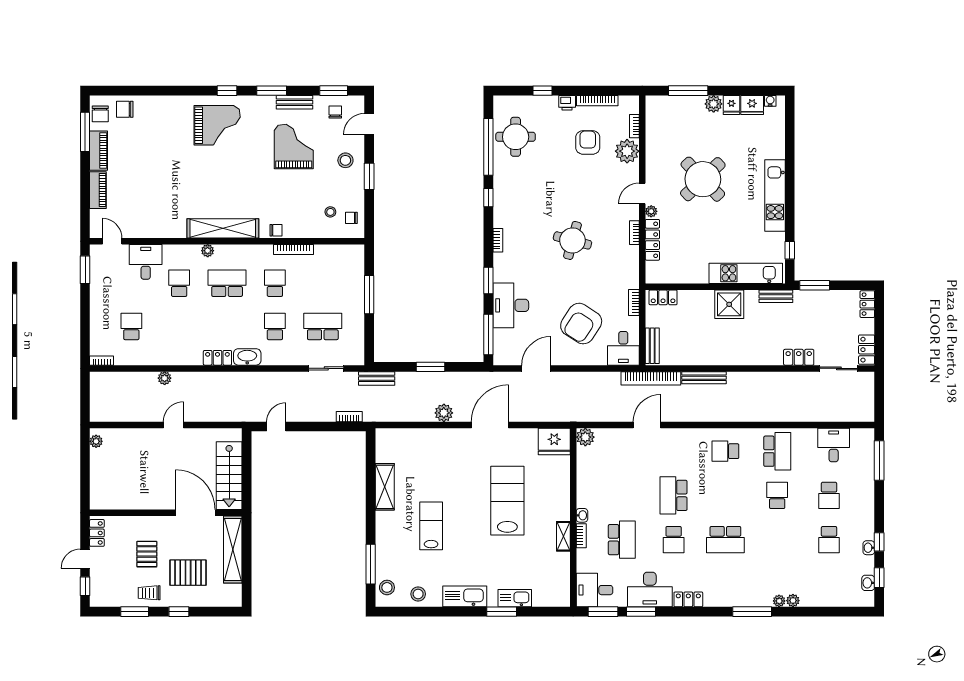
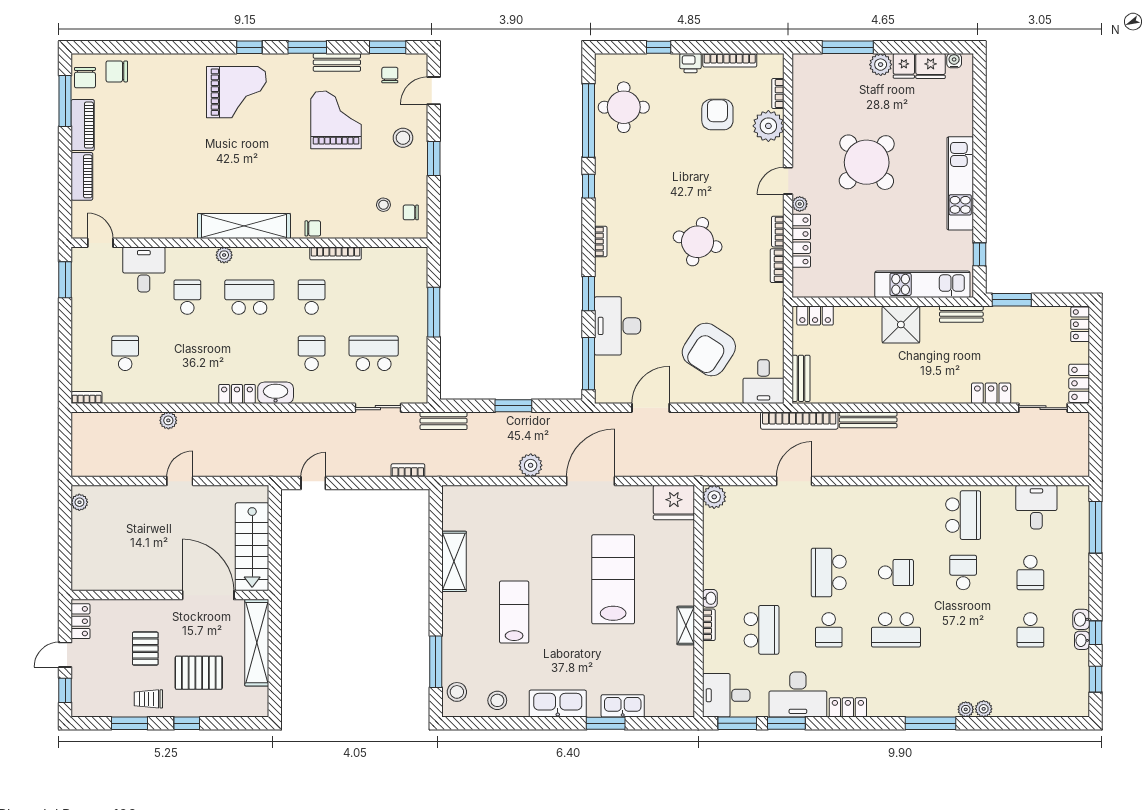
bookcase: (634, 303) -> (777, 266), moved
school desk: (725, 451) -> (896, 572), moved, turned 180
washbasin: (868, 583) -> (1081, 619), moved

